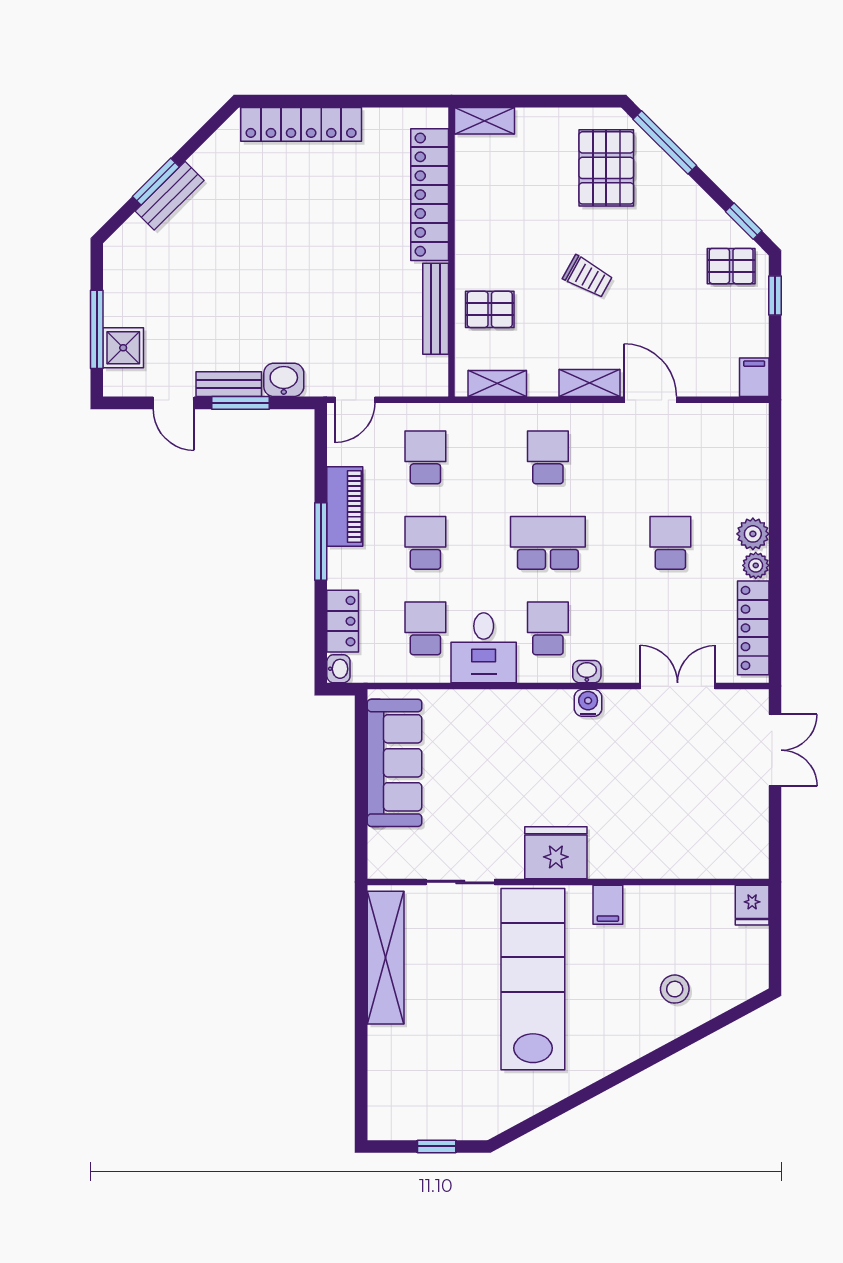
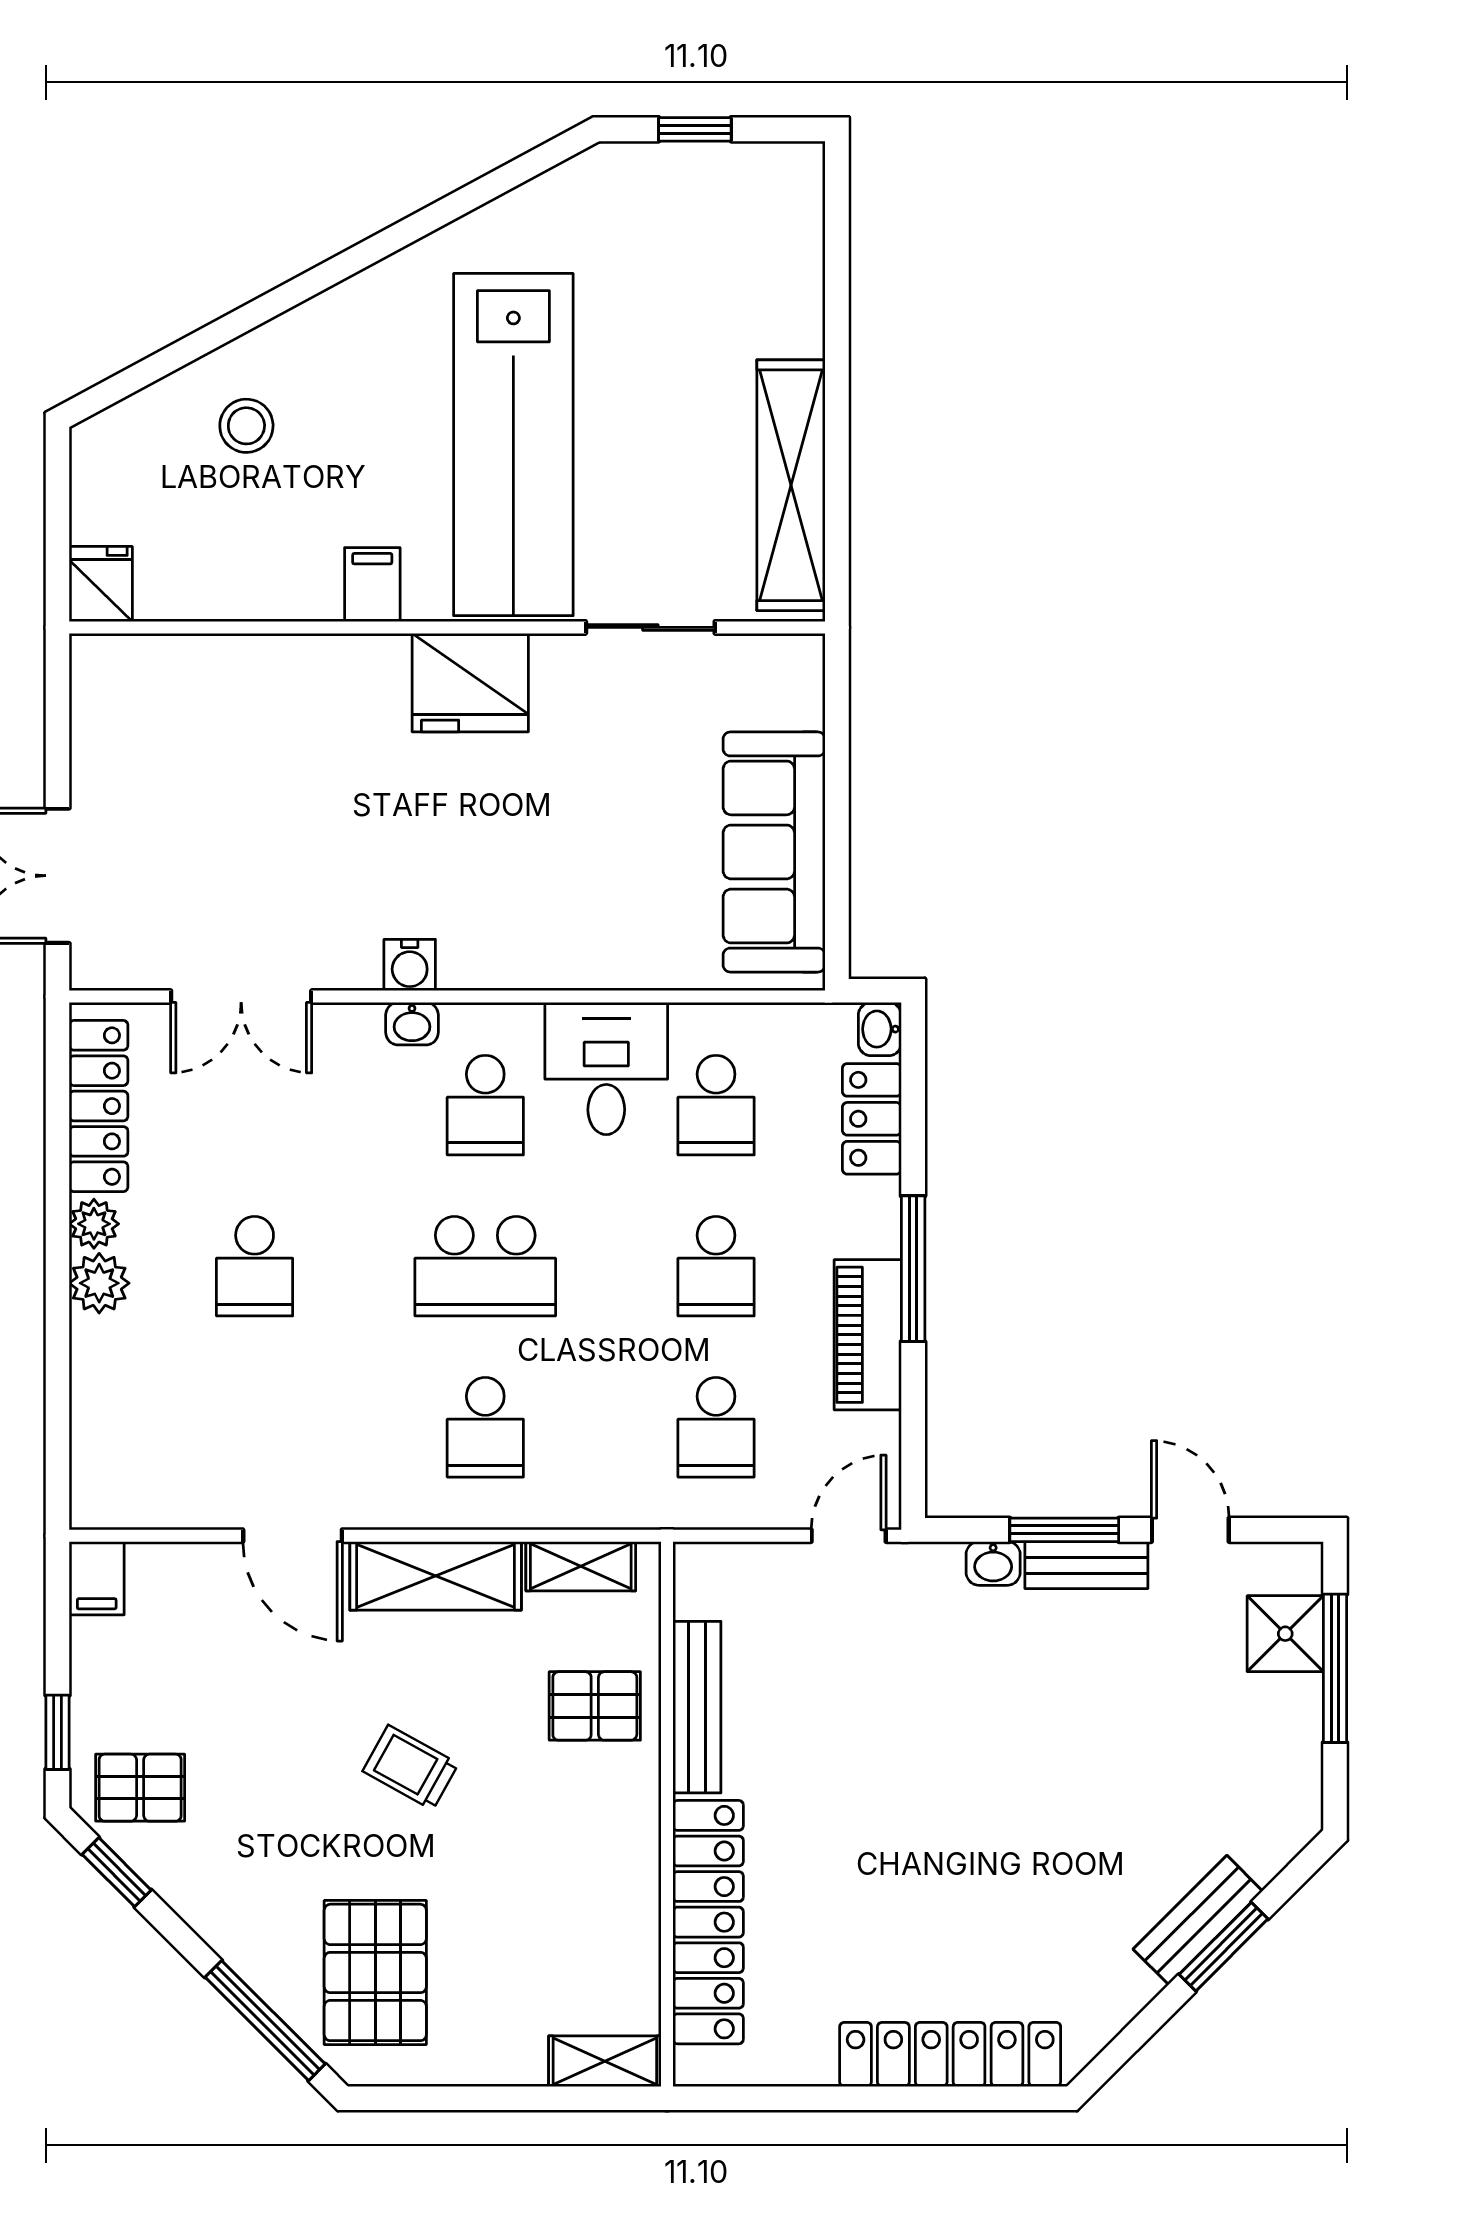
washbasin: (284, 380) -> (993, 1563), width x0.72, depth x0.69
shelving: (589, 383) -> (436, 1576), width x1.50, depth x1.33

